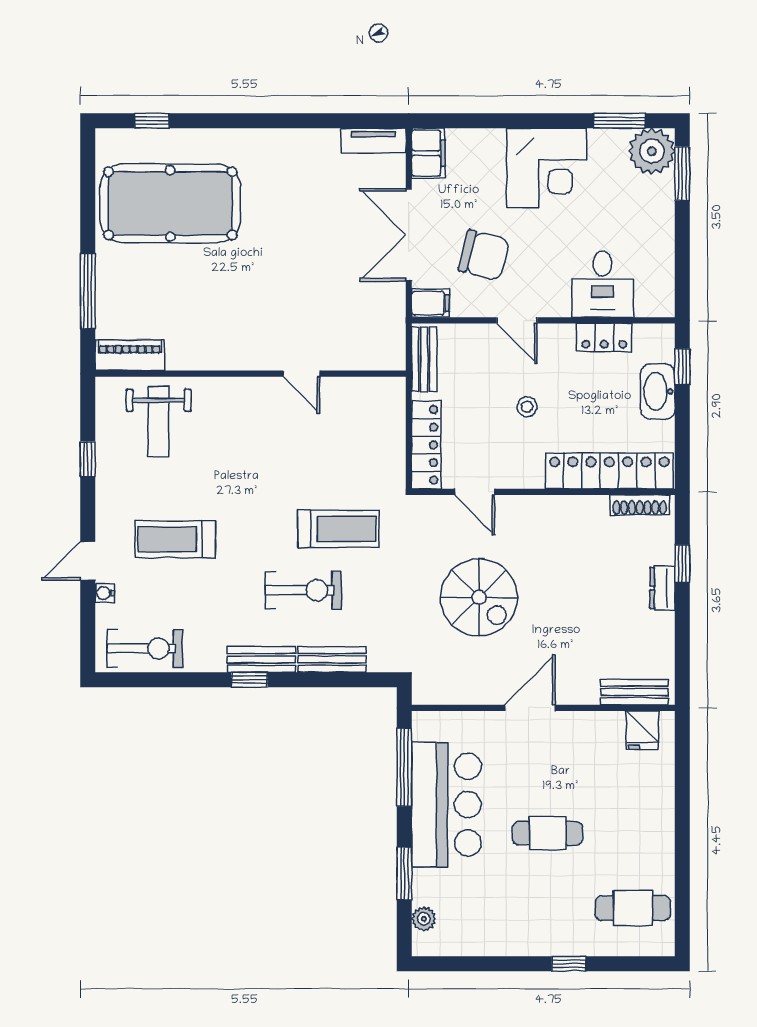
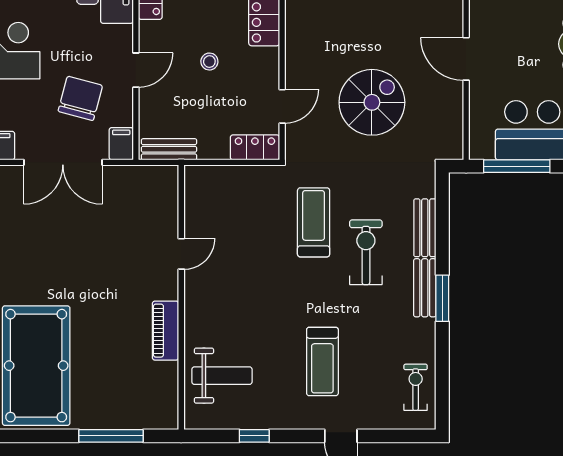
piano: (130, 355) -> (166, 331), moved
locker: (426, 445) -> (255, 147), width x0.66
water cooler: (105, 593) -> (368, 421), removed
exercise bike: (145, 649) -> (416, 387), width x0.73, depth x0.72
window: (249, 680) -> (442, 298), width x1.50

